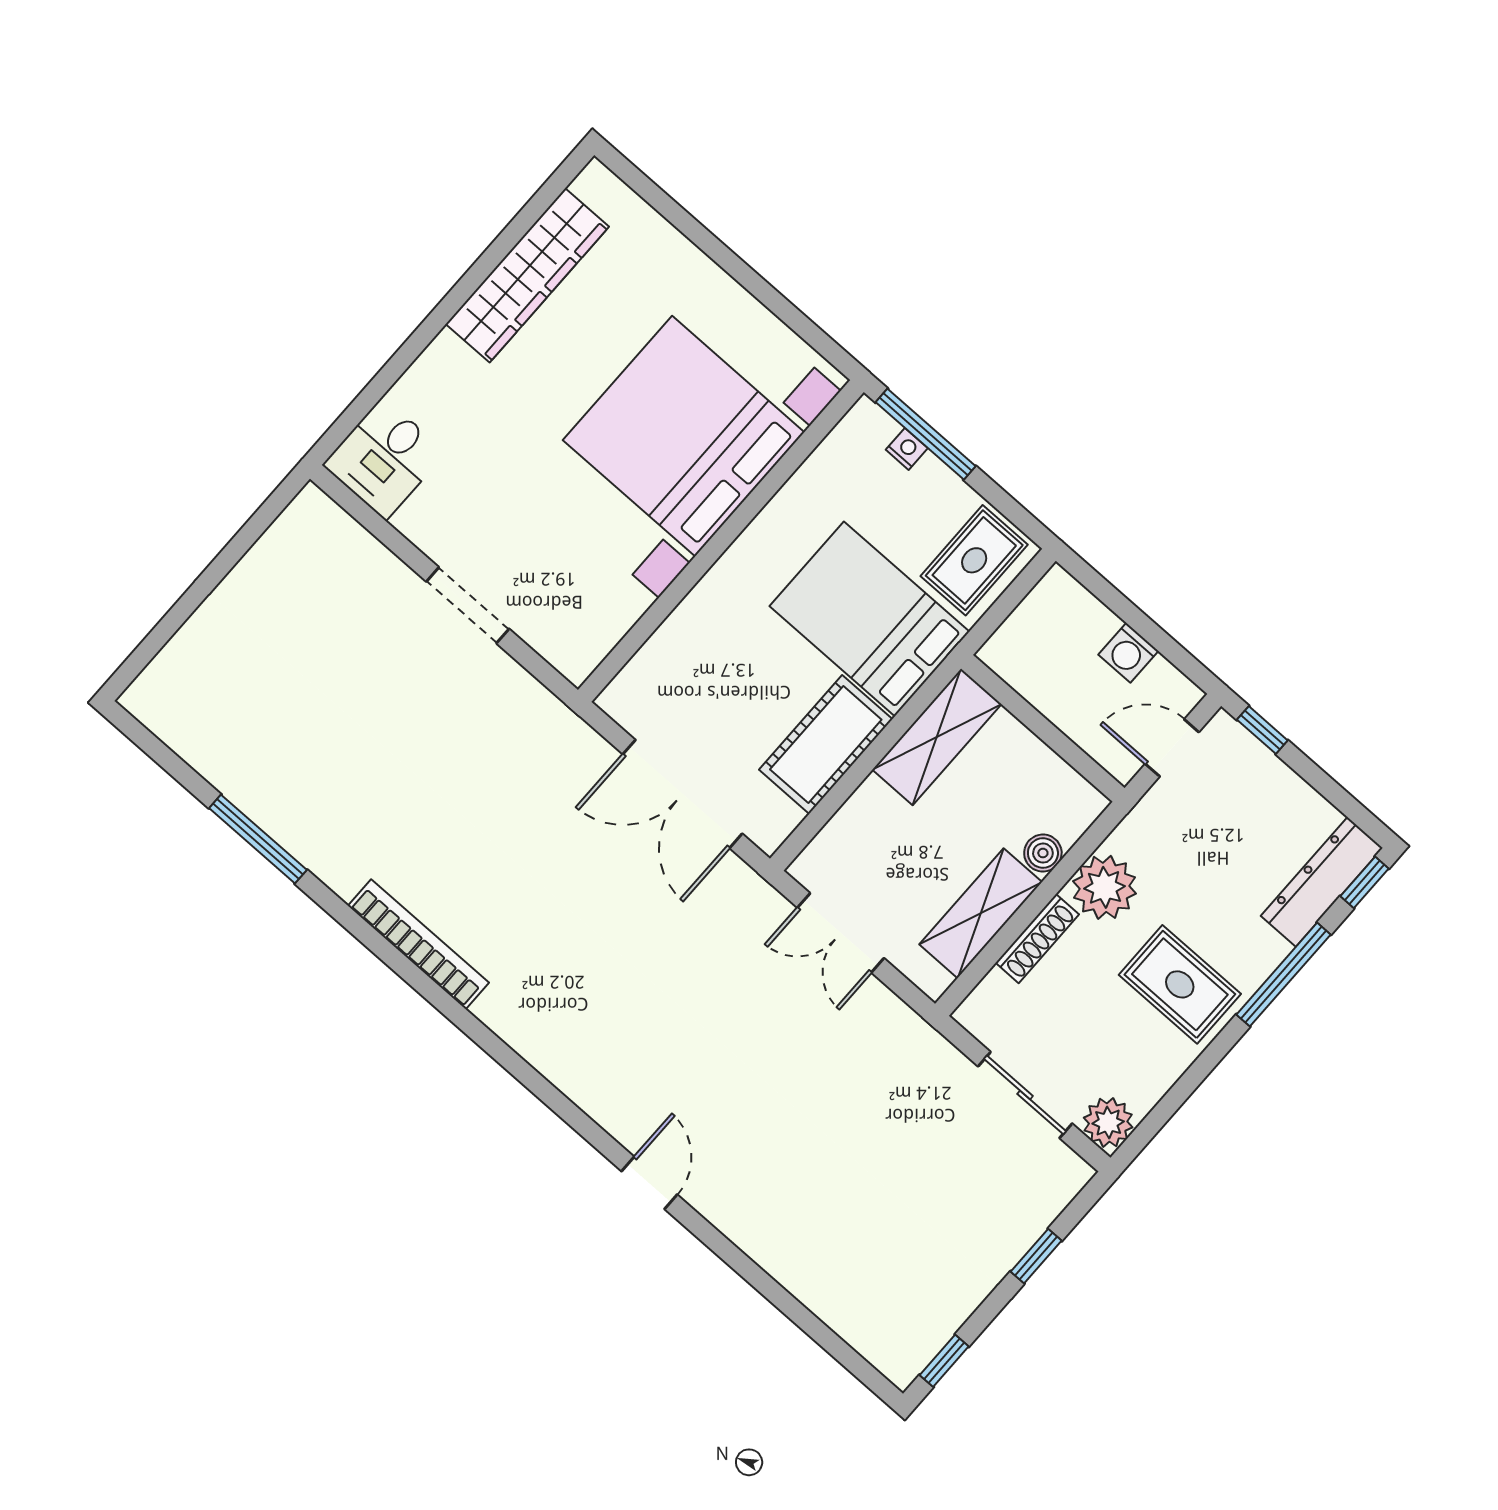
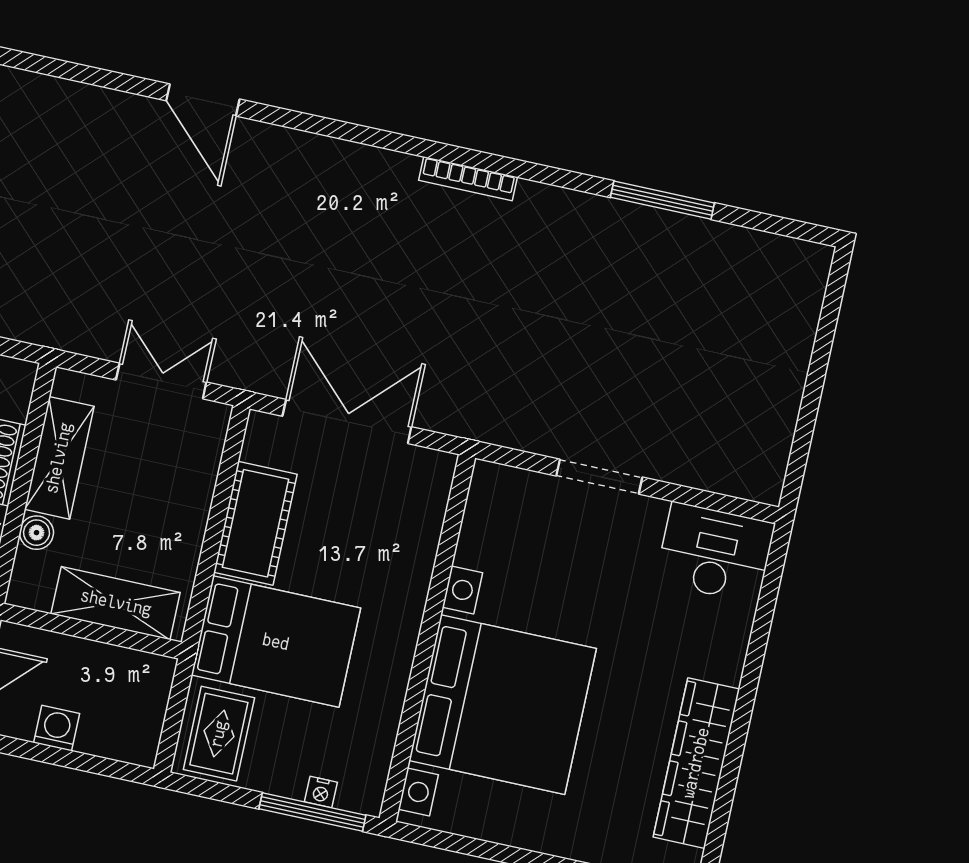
desk: (384, 459) -> (715, 553), width x1.37
shelving: (937, 737) -> (116, 603), moved, turned 90
bookcase: (418, 944) -> (468, 179), width x0.68, depth x0.76
door: (649, 1183) -> (203, 100), width x1.38

